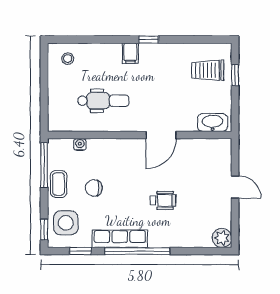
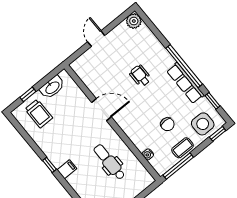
washbasin: (212, 123) -> (52, 87), moved, turned -90

